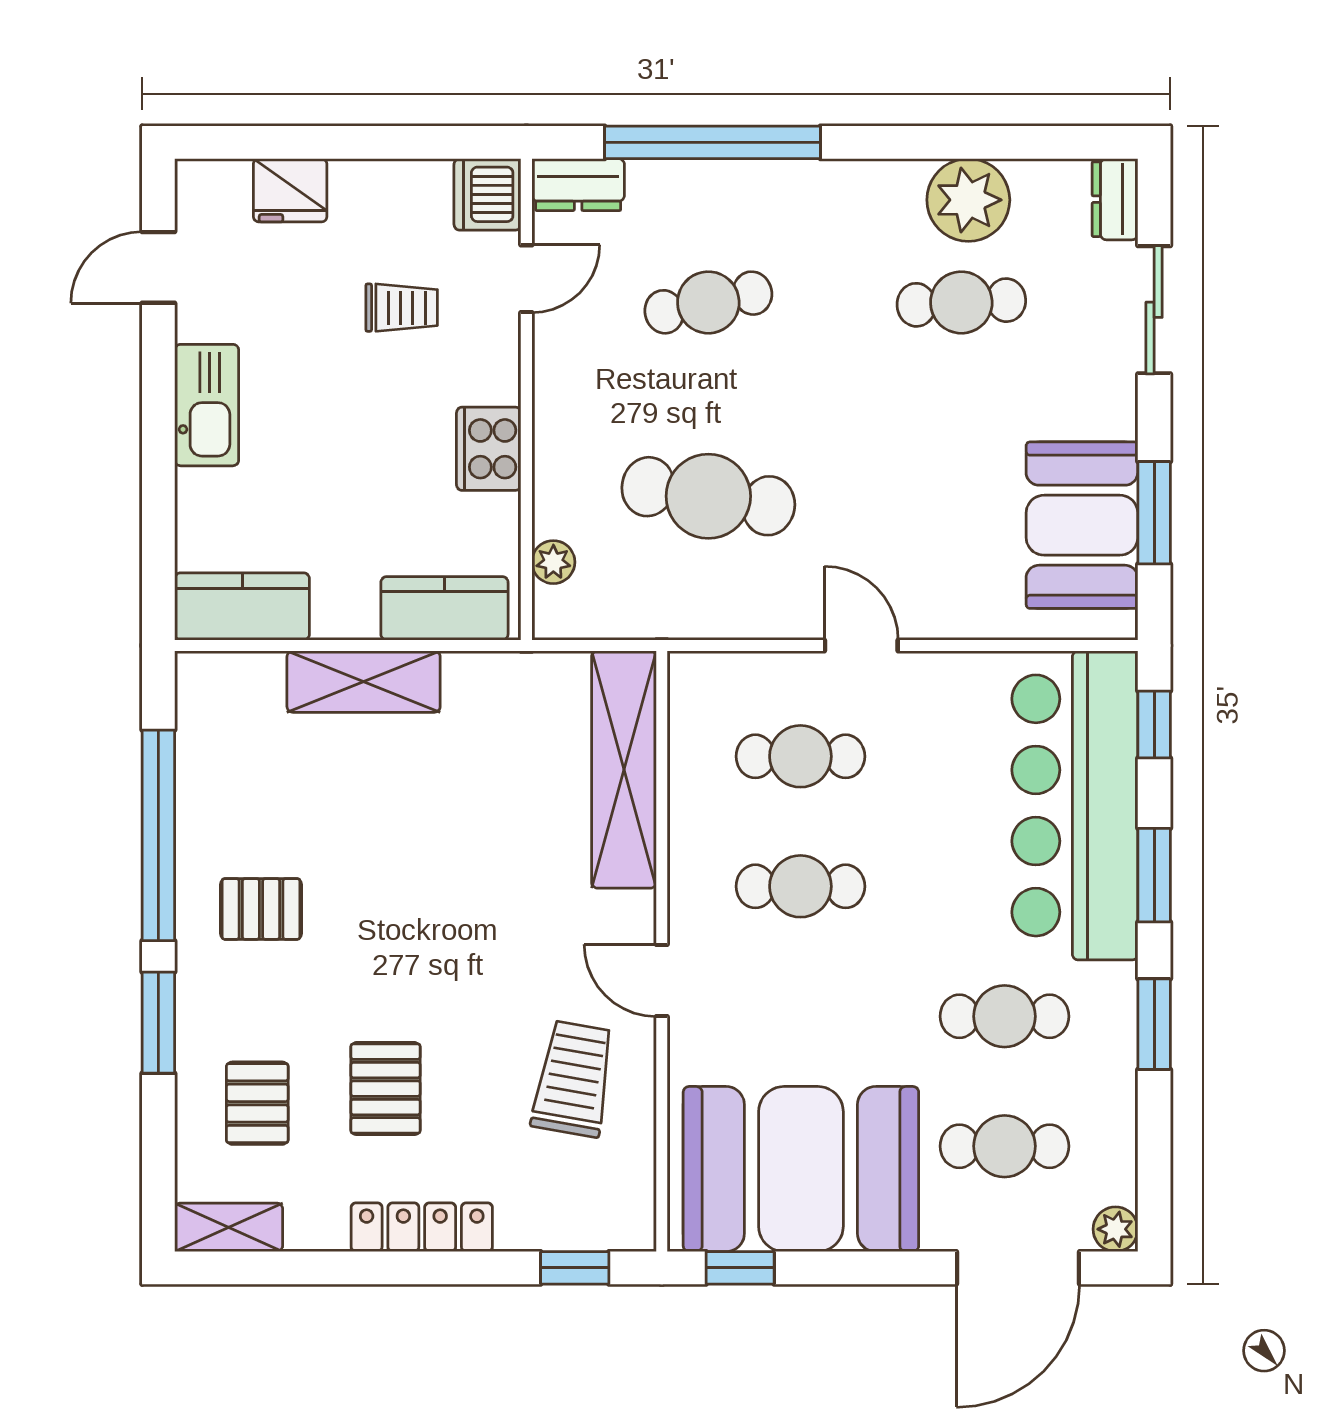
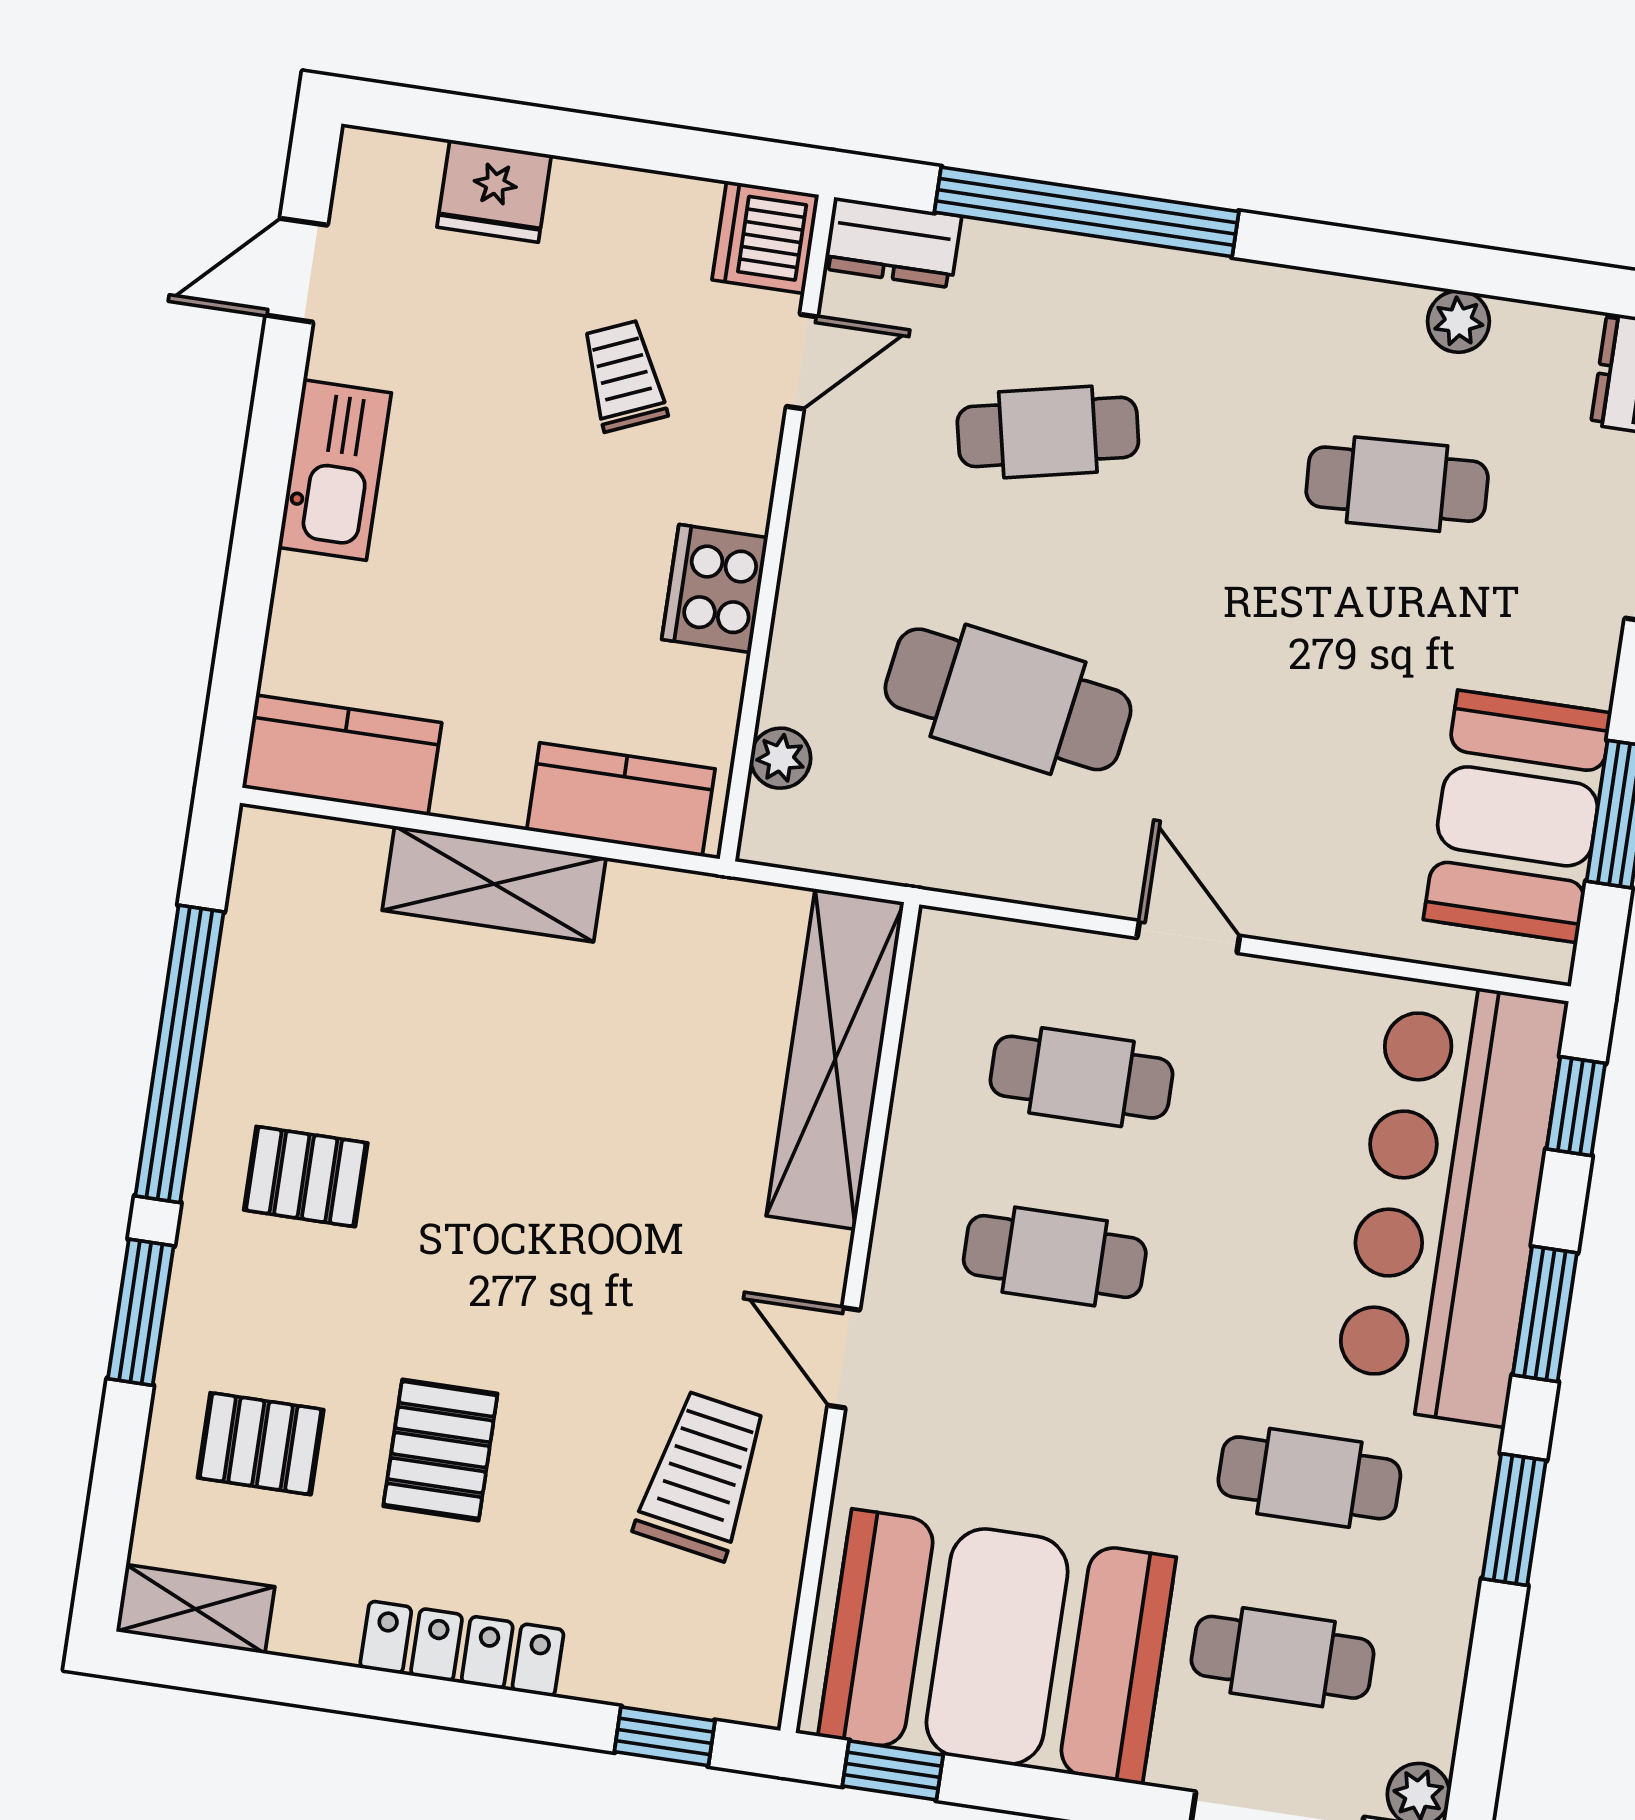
plant: (968, 200) -> (1458, 321), width x0.53, depth x0.53
trolley: (402, 308) -> (624, 376), turned -113
pallet: (257, 1103) -> (261, 1444), turned 90

